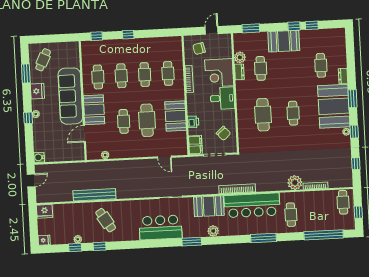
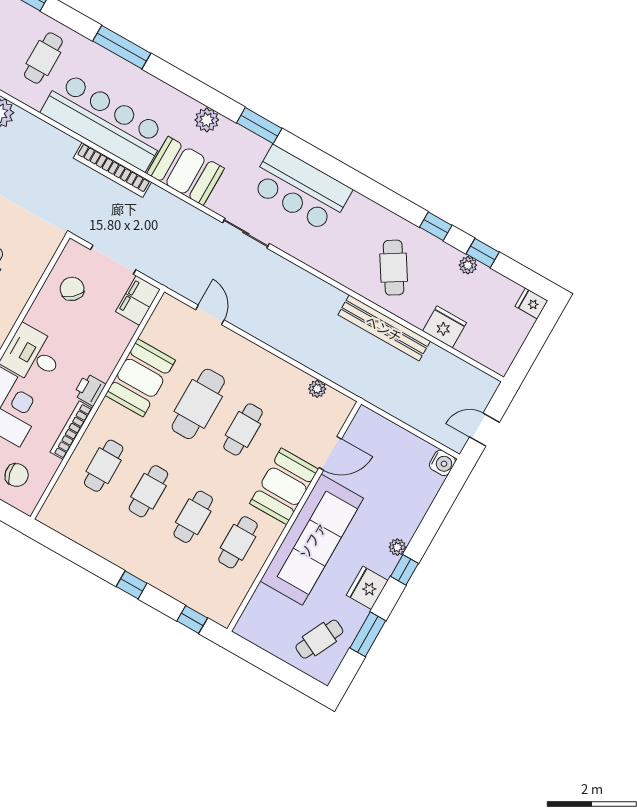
window: (28, 118) -> (404, 570), moved
printer: (193, 122) -> (90, 390), moved
fridge: (45, 211) -> (444, 327), moved

